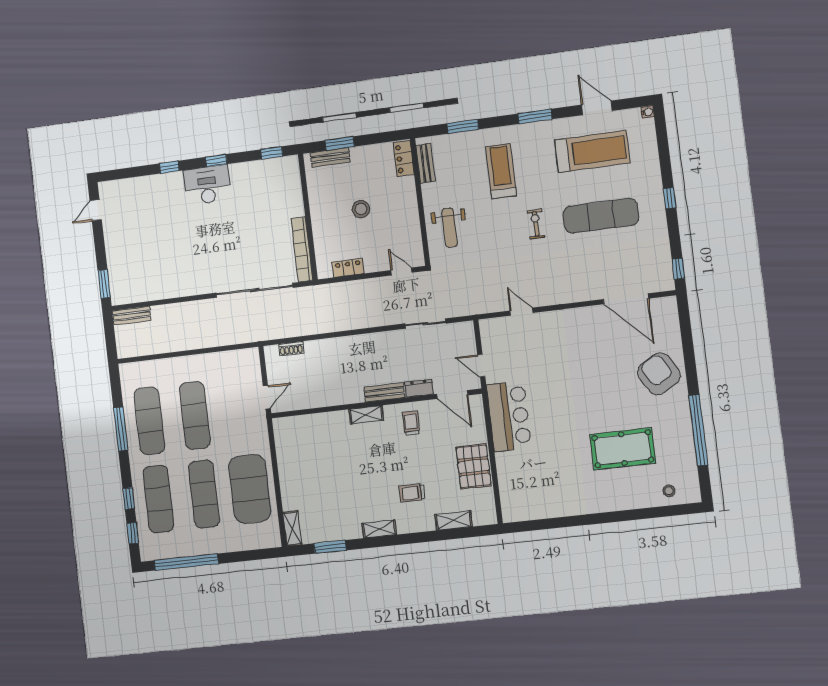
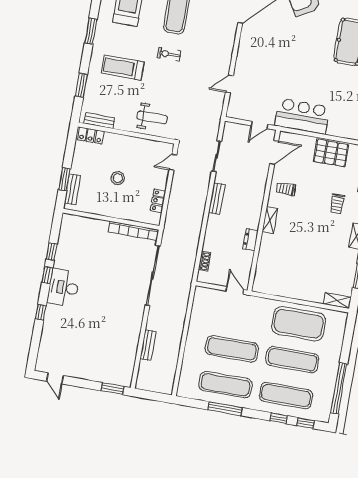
window: (272, 153) -> (52, 252), moved
bench: (132, 316) -> (148, 345), moved
dresser: (419, 388) -> (251, 240), moved
bench: (384, 392) -> (217, 199), moved

